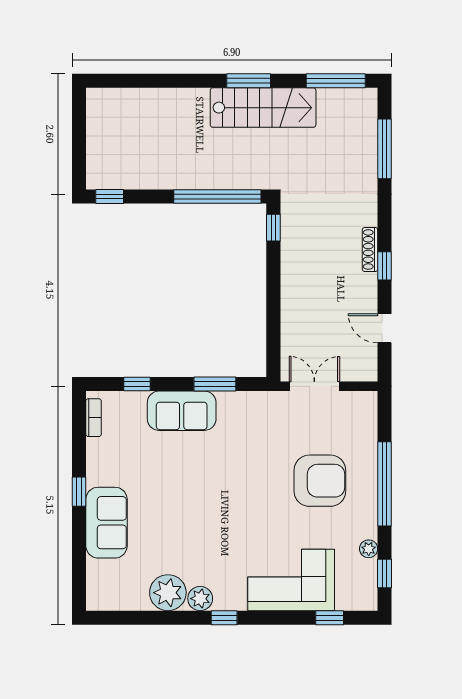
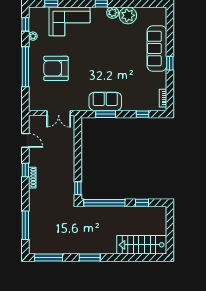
stairs: (263, 108) -> (142, 245), moved
window: (110, 196) -> (142, 203), moved
sofa: (182, 411) -> (105, 101), moved
sofa: (106, 523) -> (157, 48), width x1.36

